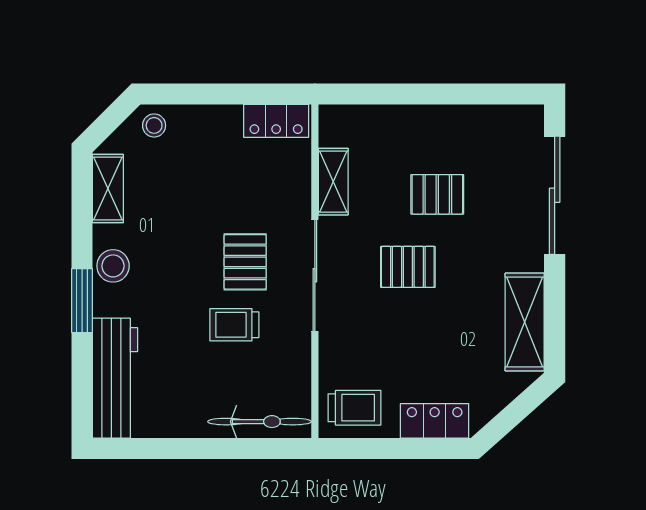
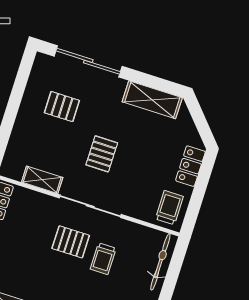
pallet: (437, 194) -> (62, 107), moved, turned 90

